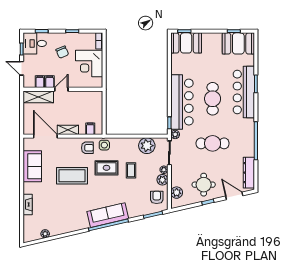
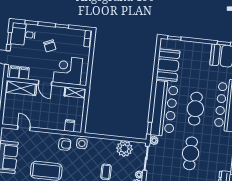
booth: (186, 43) -> (168, 65), moved, turned 90
corner desk: (89, 63) -> (68, 70), moved, turned 90
filing cabinet: (50, 82) -> (14, 72), moved
door: (61, 89) -> (45, 83), swing flipped
shelving: (68, 130) -> (75, 93), moved
door: (45, 136) -> (24, 128), width x0.53
cafe table: (213, 143) -> (191, 153), turned 90
rug: (106, 168) -> (82, 167), removed

